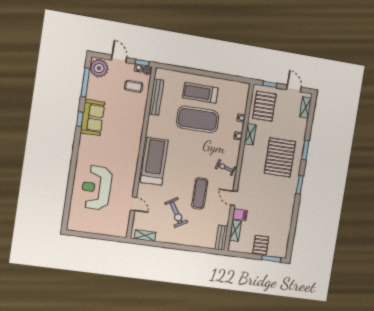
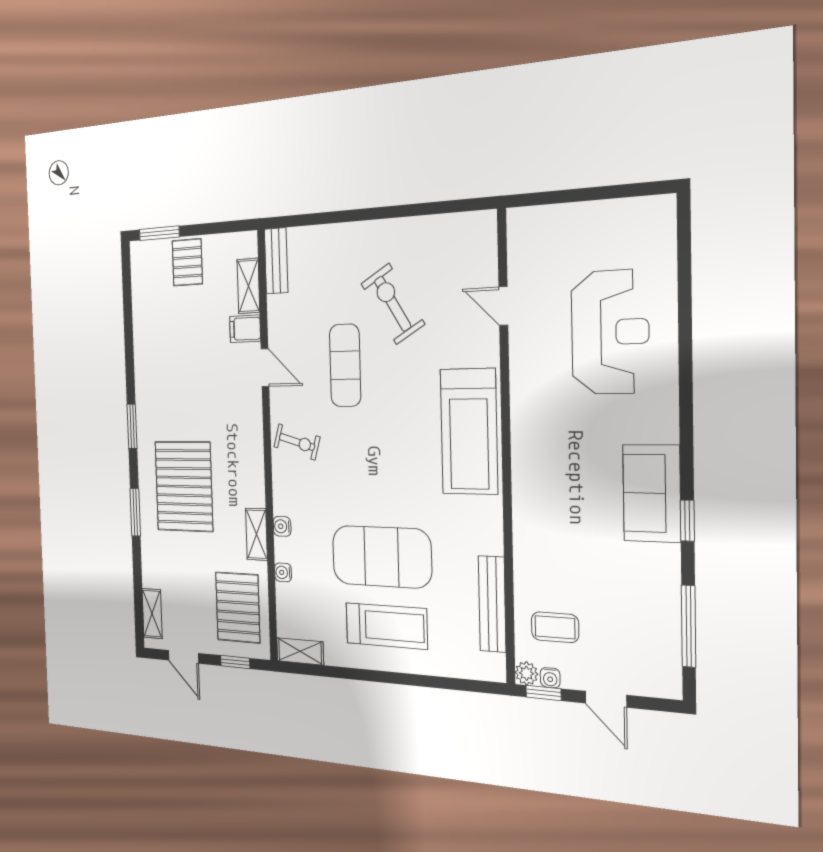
plant: (99, 68) -> (656, 669), removed
sofa: (93, 118) -> (652, 493), moved
shelving: (145, 236) -> (300, 651), moved

